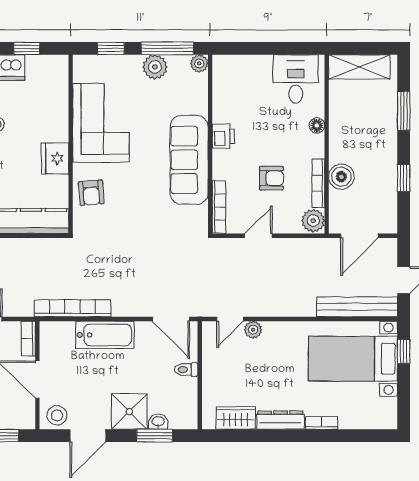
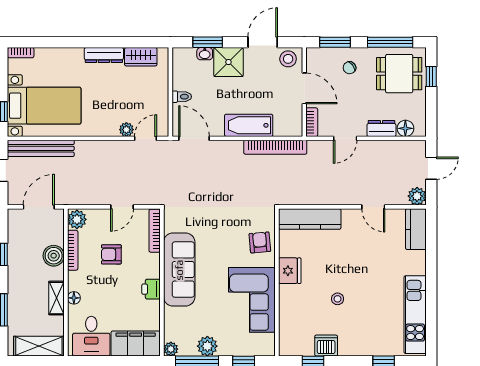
filing cabinet: (242, 70) -> (136, 344), added
shelving: (338, 125) -> (56, 298), added
bookcase: (322, 423) -> (21, 53), moved

